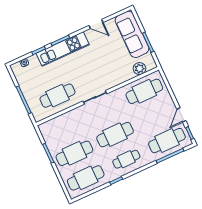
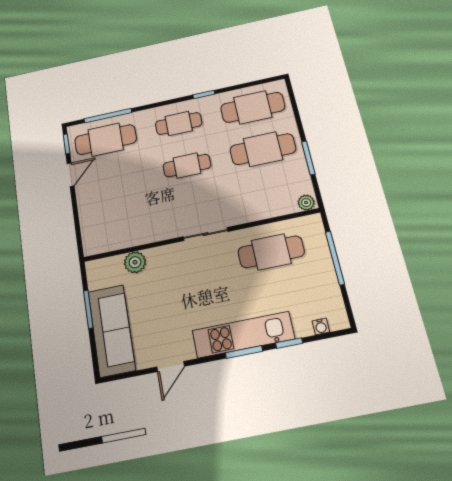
door: (96, 24) -> (171, 367), swing flipped
plant: (139, 69) -> (135, 262), moved
cafe table: (144, 91) -> (119, 226), removed
plant: (44, 127) -> (306, 203), added
cafe table: (115, 135) -> (187, 166), width x0.73, depth x0.74

